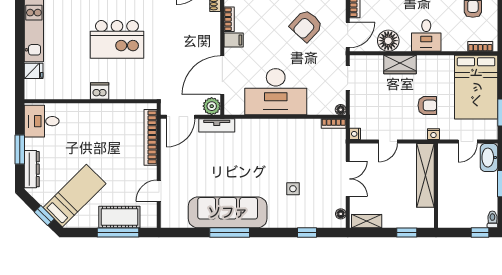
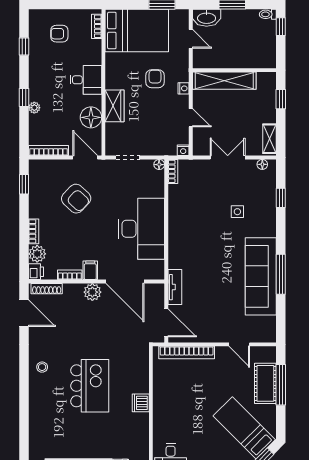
plant: (212, 106) -> (92, 292), moved
nightstand: (433, 134) -> (183, 88), moved

